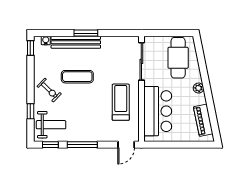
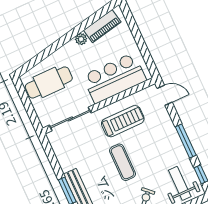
exercise mat: (77, 77) -> (123, 162), moved
plant: (198, 88) -> (81, 39), moved
treadmill: (121, 102) -> (123, 121), turned 180

